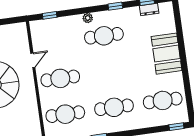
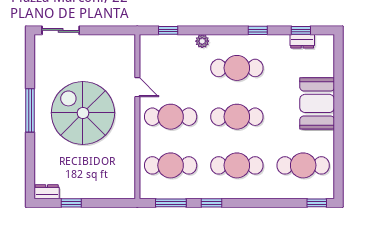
plant: (88, 18) -> (202, 41), moved
door: (33, 60) -> (137, 87), hinge flipped
cafe table: (109, 72) -> (237, 117), added

